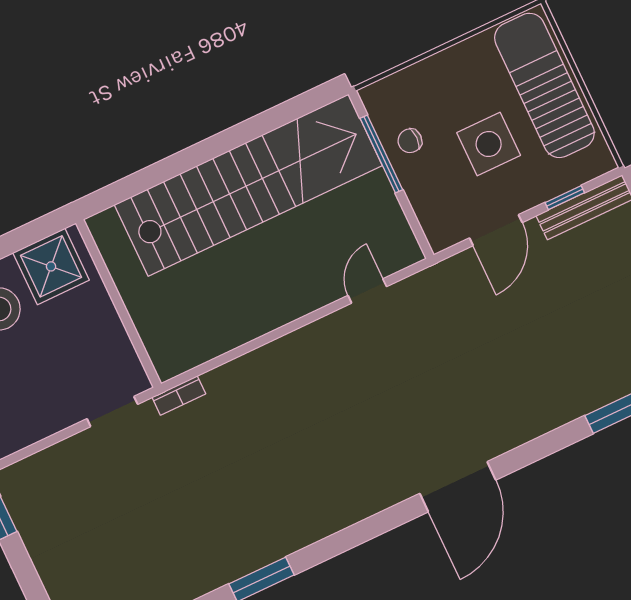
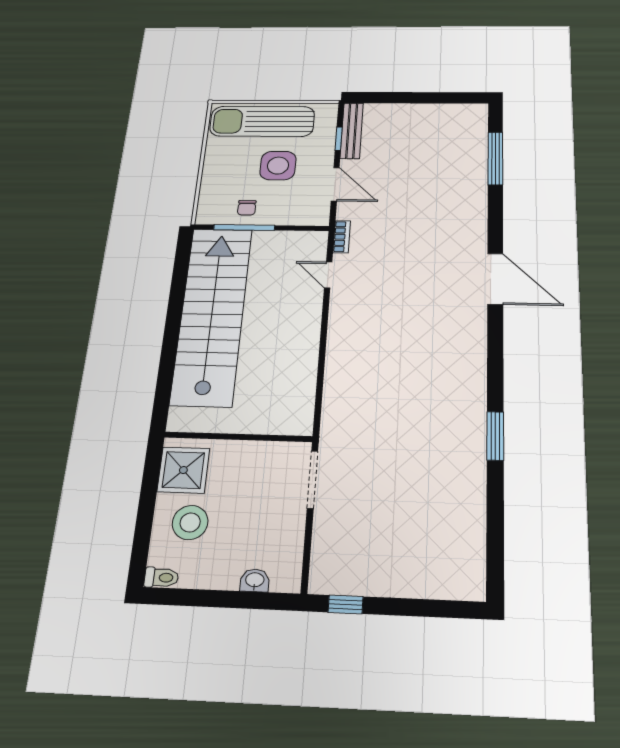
bookcase: (179, 395) -> (342, 237), moved
doorway: (112, 411) -> (313, 480), width x1.38

